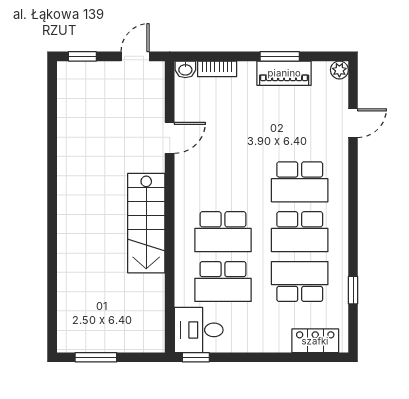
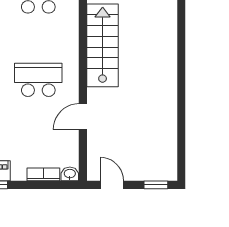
door: (135, 56) -> (112, 185), swing flipped
school desk: (223, 232) -> (38, 80), moved

